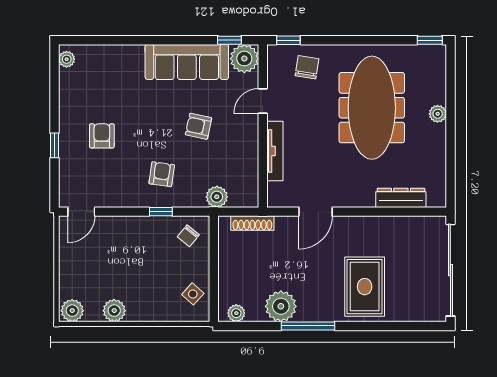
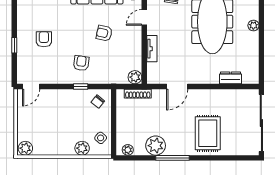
tv unit: (275, 151) -> (152, 49), width x0.71
plant: (217, 197) -> (135, 77), moved
dresser: (401, 198) -> (230, 78), width x0.70
plant: (114, 311) -> (82, 148), moved

